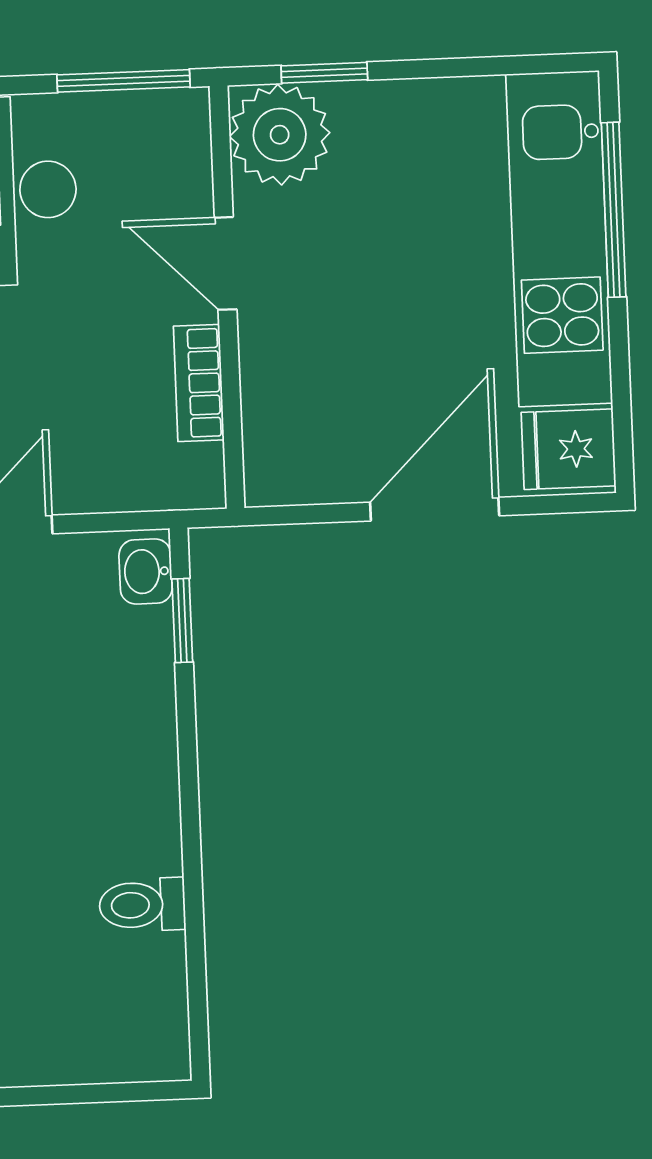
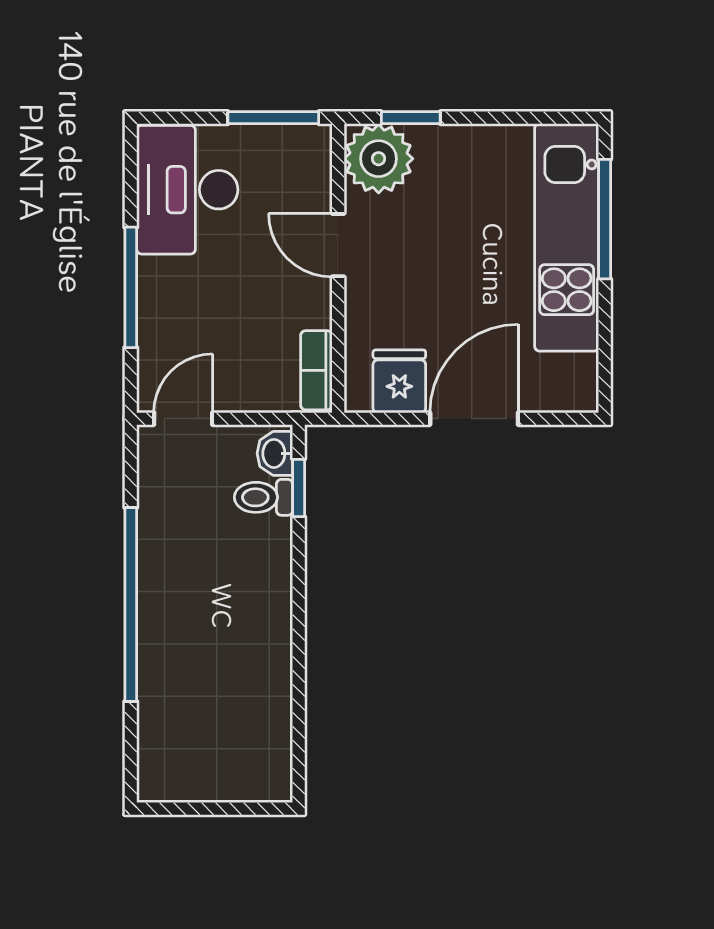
bookcase: (199, 383) -> (316, 370), moved
fridge: (569, 449) -> (399, 381), moved, turned 90
toilet: (142, 905) -> (263, 497), moved

